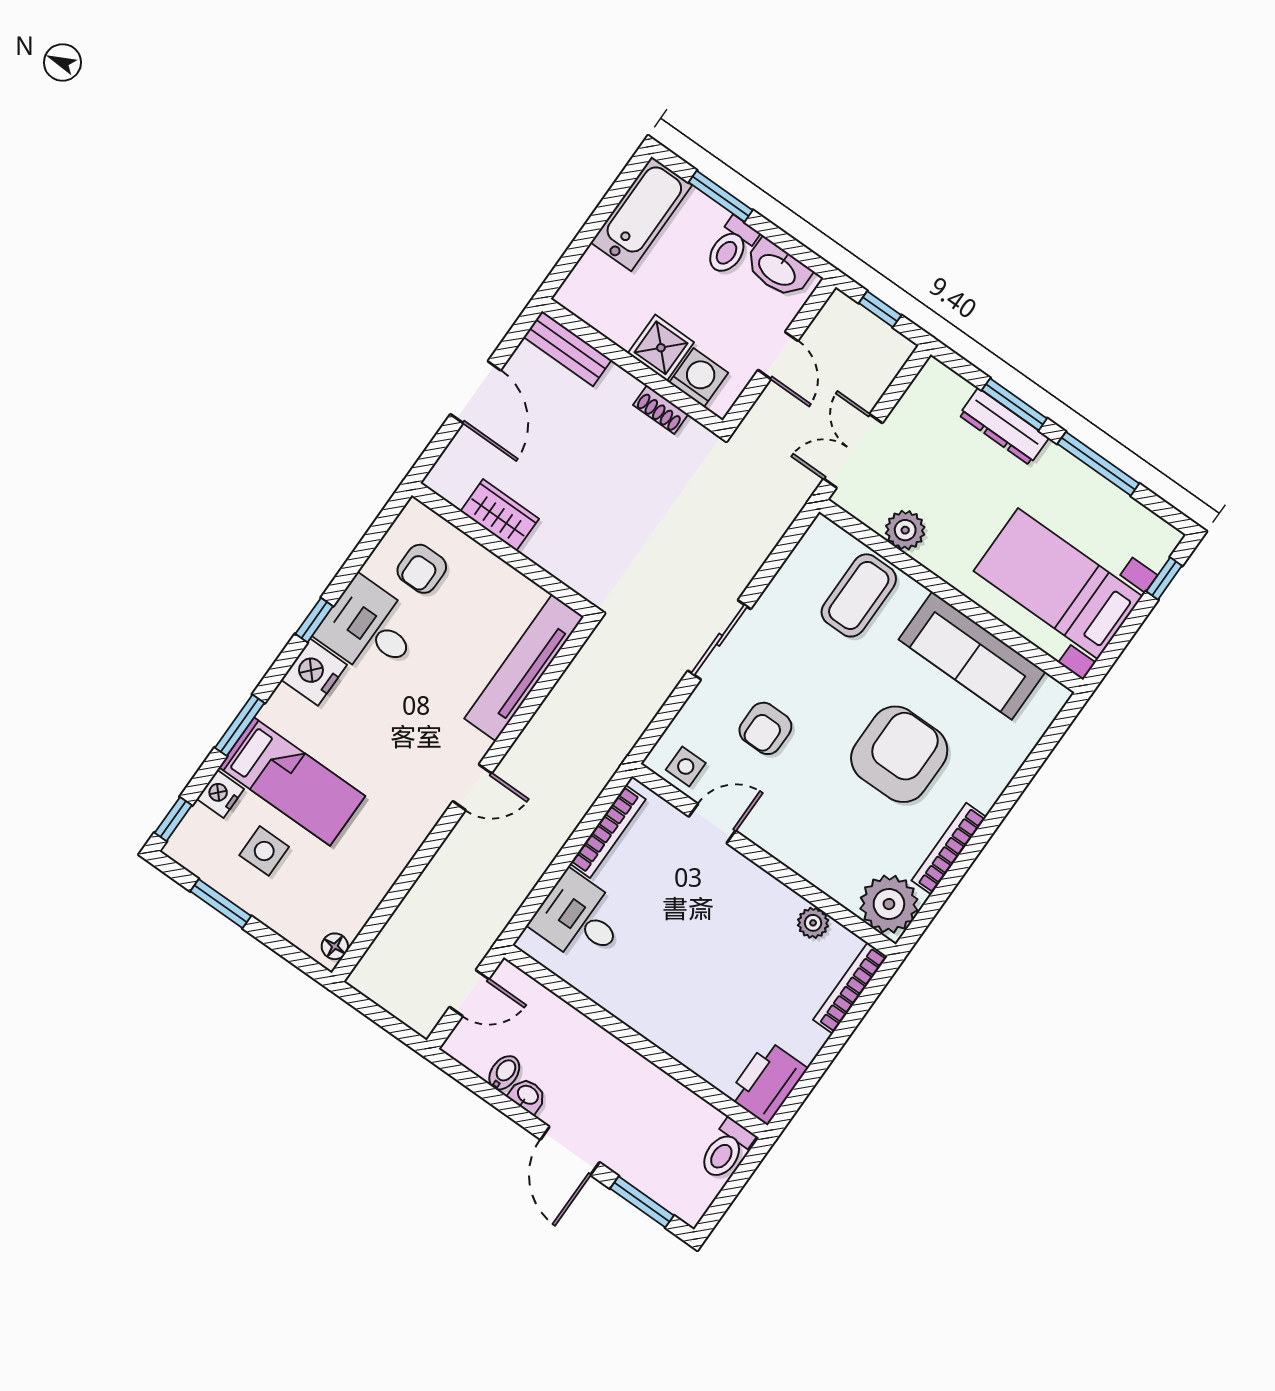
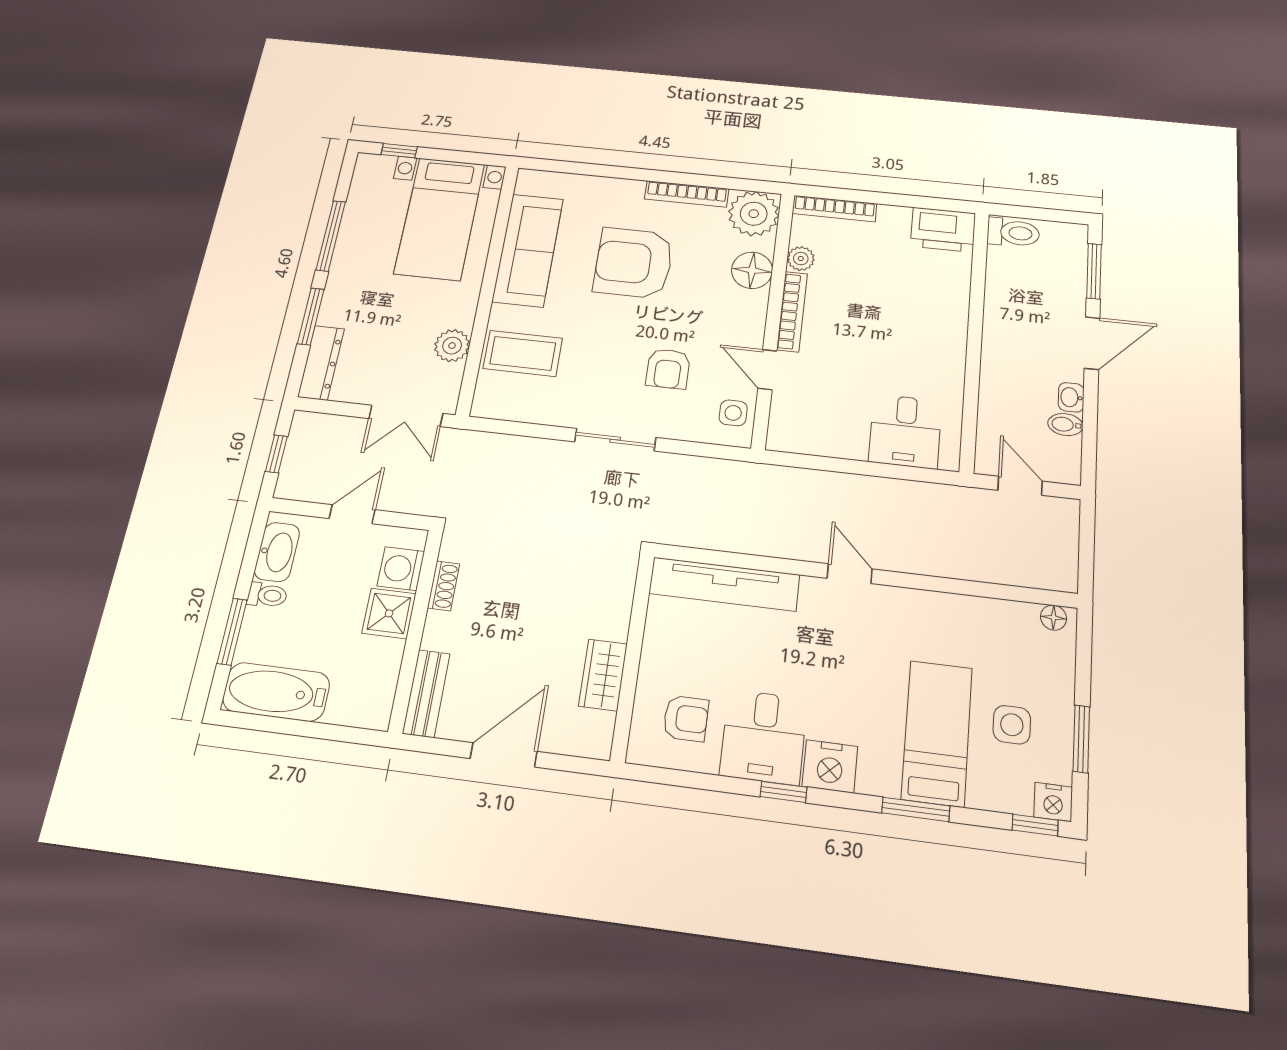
toilet: (731, 246) -> (267, 595), width x0.73, depth x0.72
dresser: (1004, 427) -> (321, 363), moved
armchair: (765, 728) -> (668, 369), turned 90
nightstand: (220, 794) -> (1053, 802), moved
bookcase: (608, 831) -> (792, 312), moved, turned 90
floor lamp: (827, 867) -> (752, 270), added

